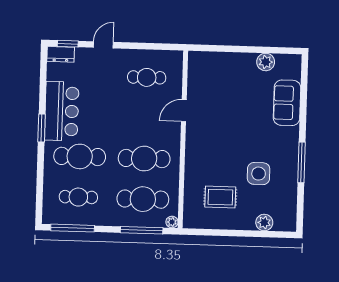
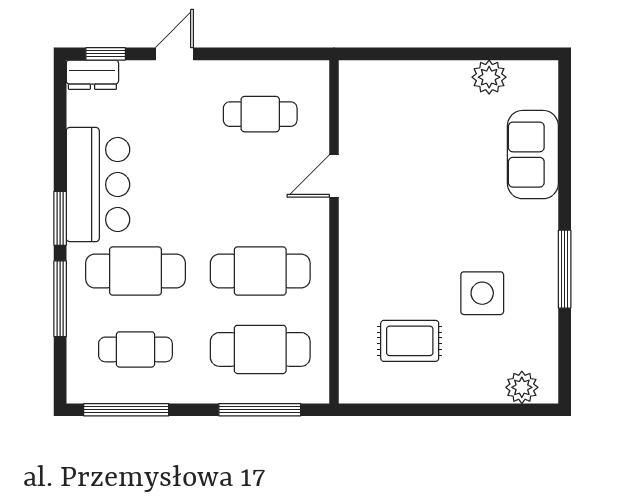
window: (40, 170) -> (60, 299), added
plant: (172, 222) -> (318, 392), removed
plant: (264, 223) -> (522, 387), moved

